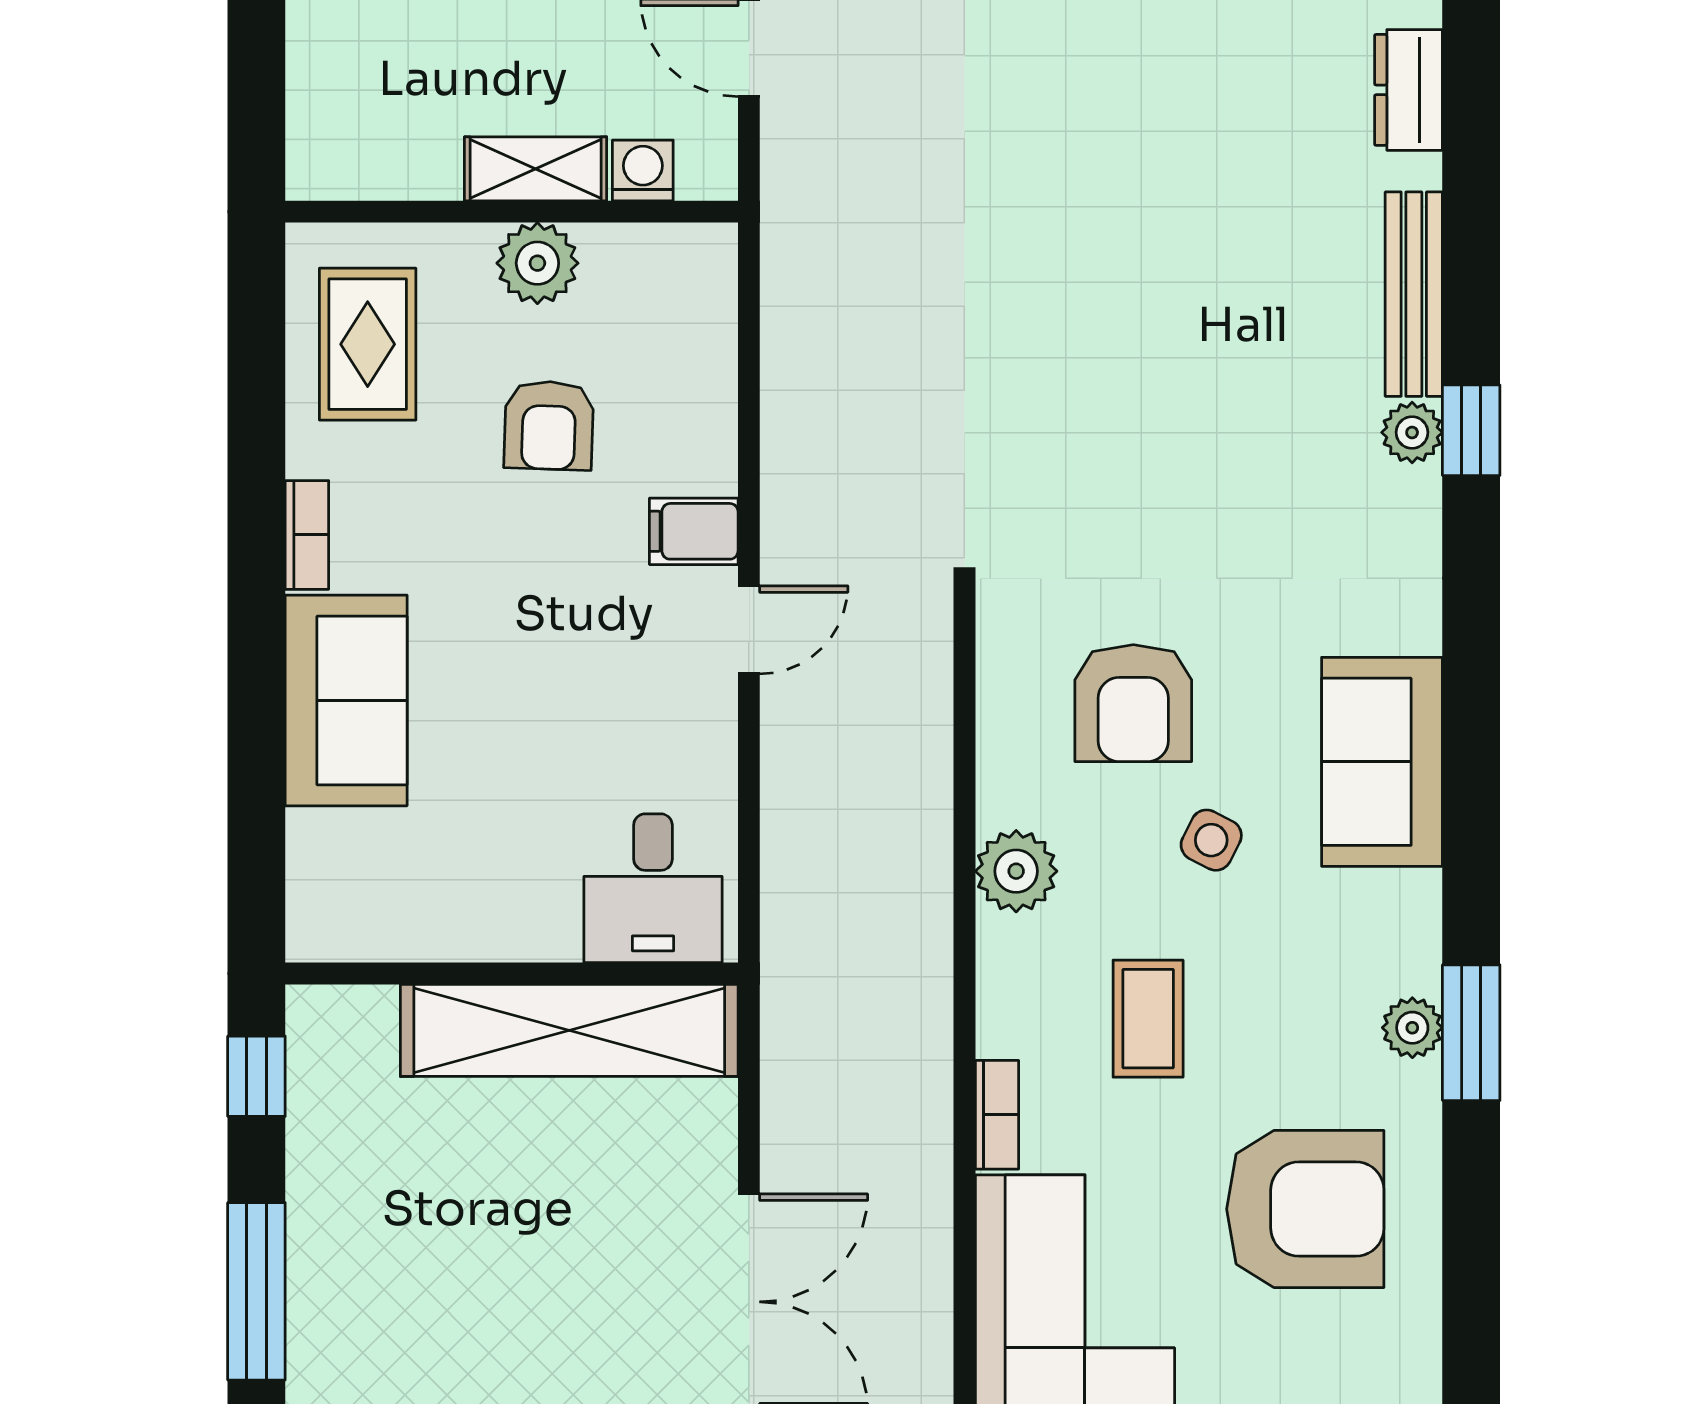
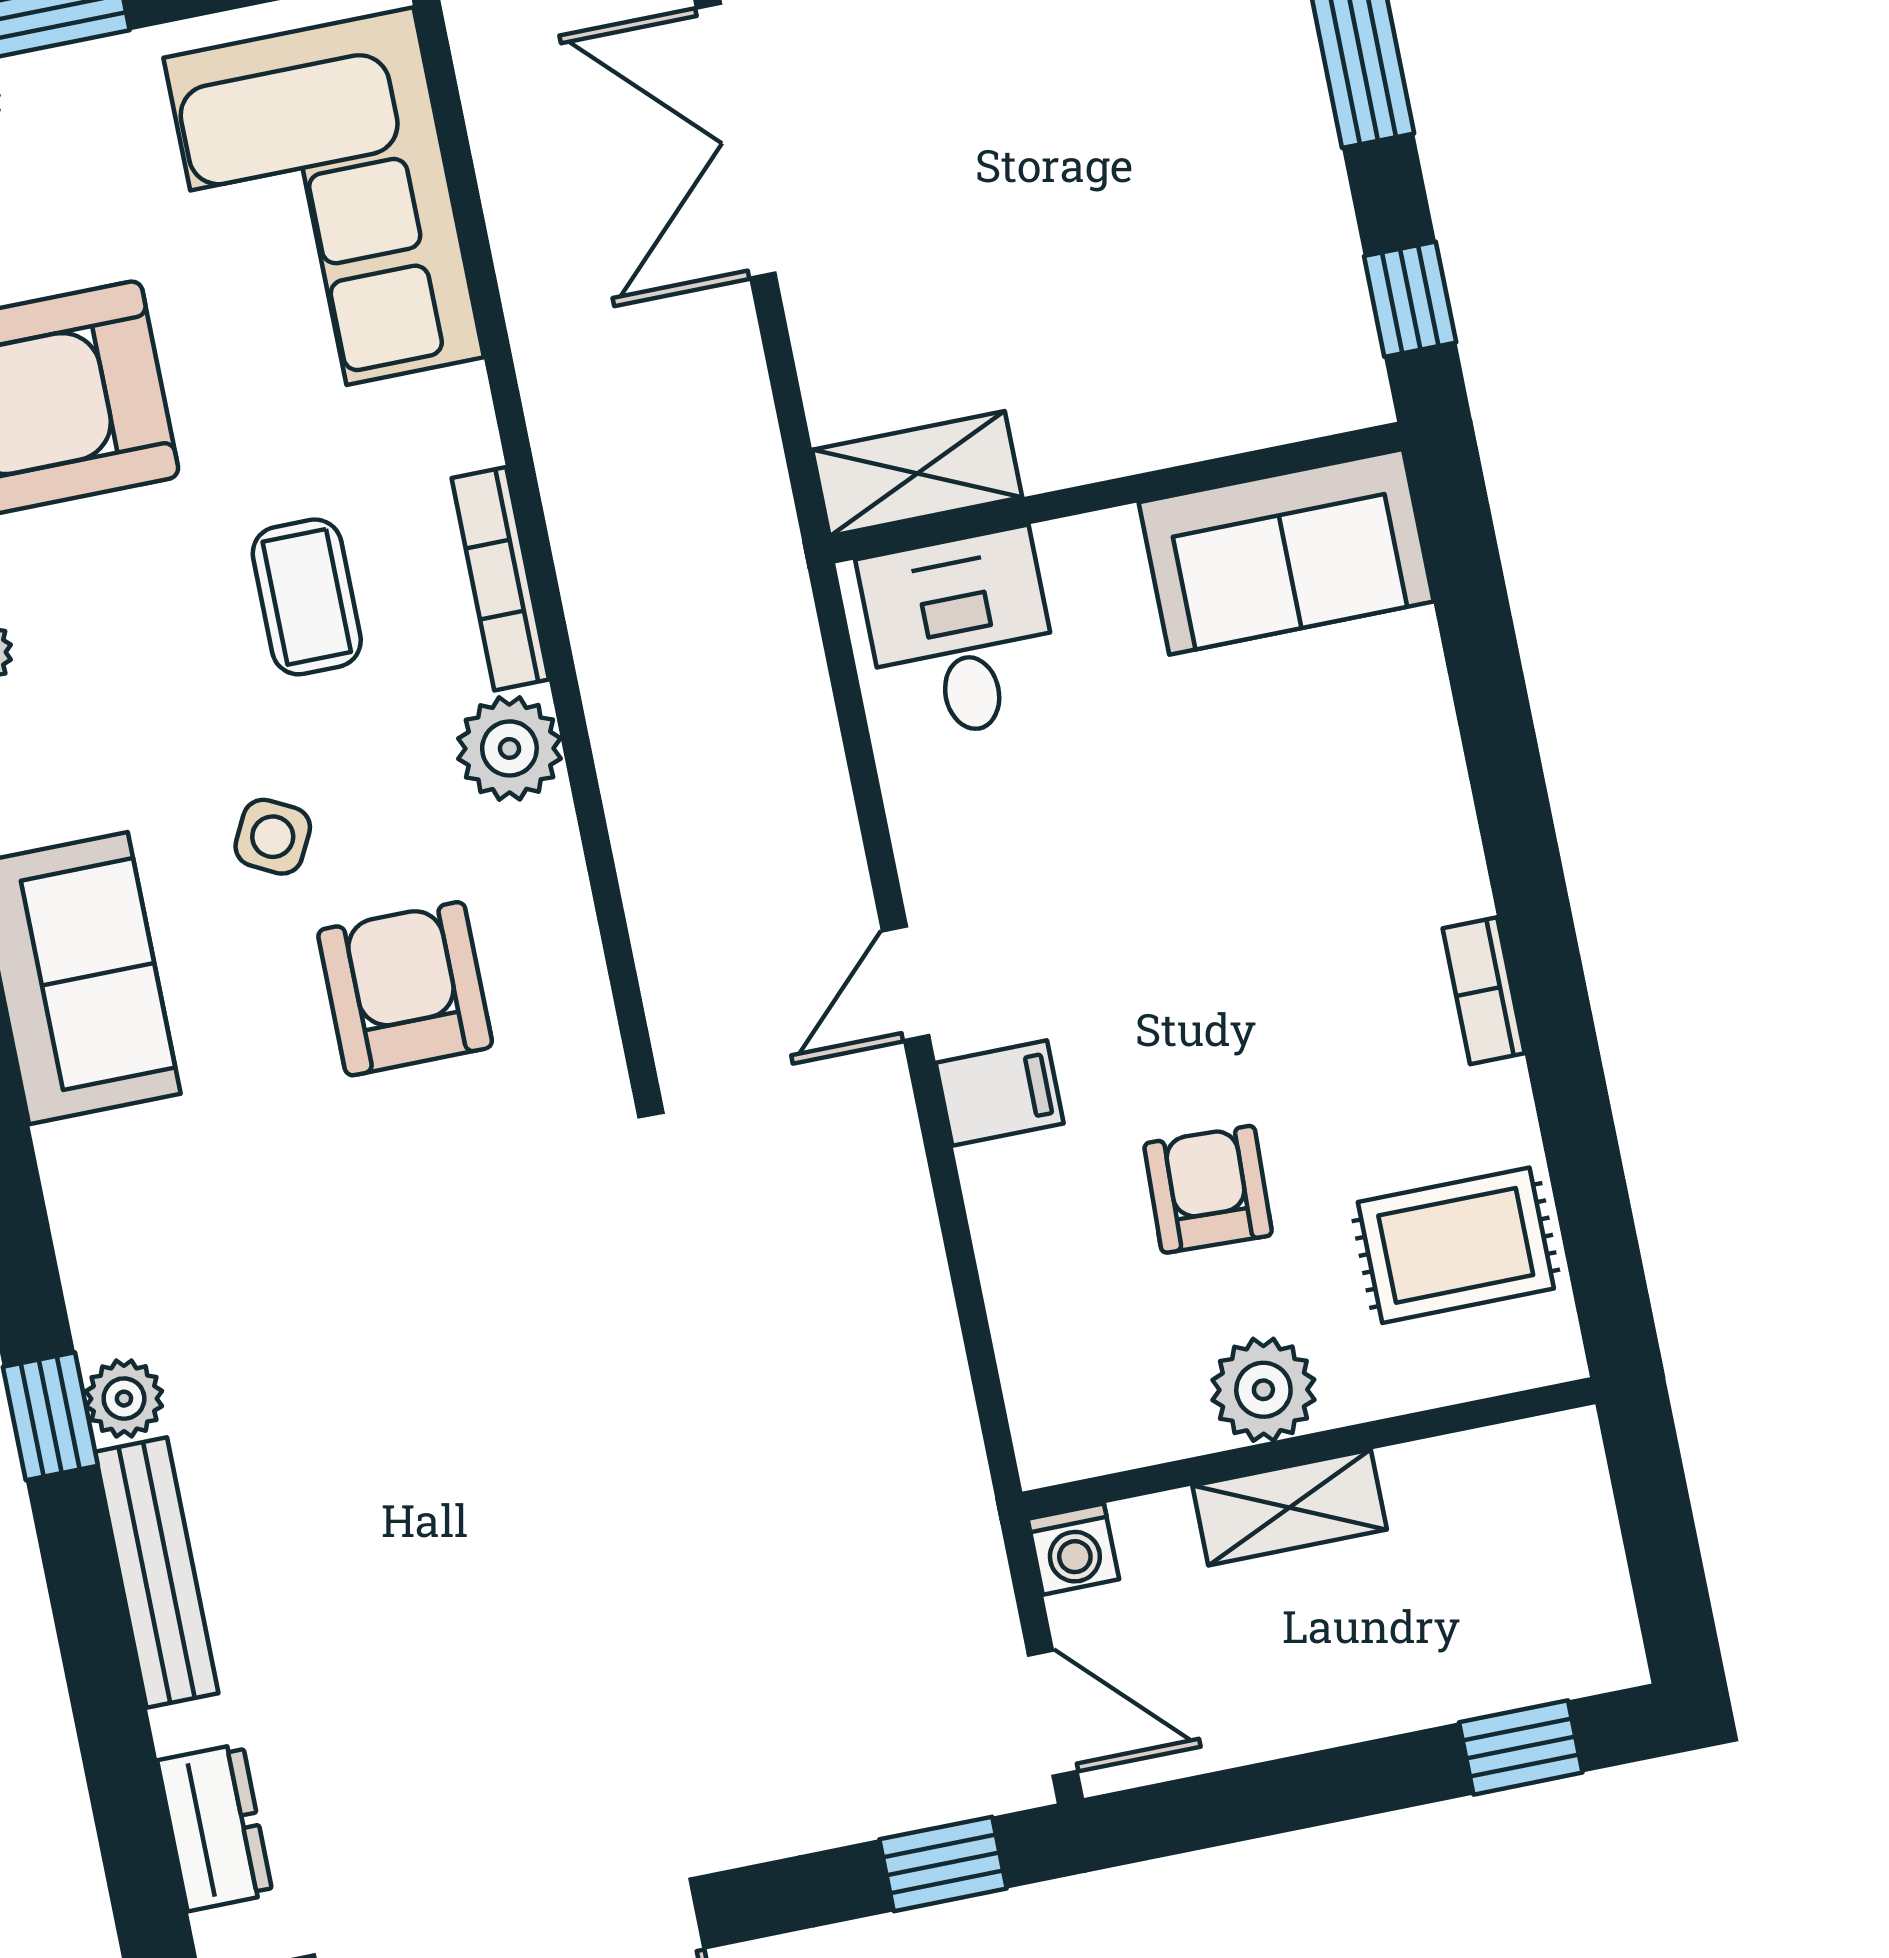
washing machine: (643, 170) -> (1073, 1549), moved
rug: (368, 344) -> (1456, 1245), turned 90
sofa: (346, 700) -> (1286, 552), moved, turned -90
shelving: (569, 1030) -> (917, 474), width x0.45, depth x0.75
bookcase: (997, 1115) -> (500, 579), moved, width x1.56

